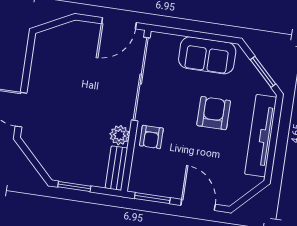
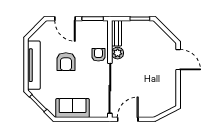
armchair: (214, 113) -> (66, 62), moved

